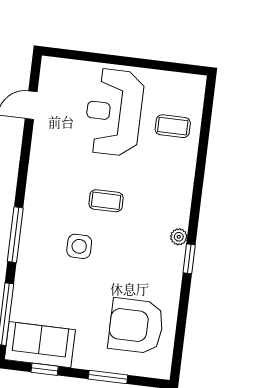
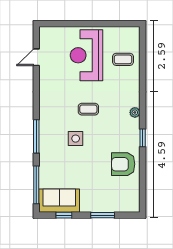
plant: (179, 237) -> (135, 112), moved
armchair: (136, 326) -> (123, 164), moved, width x0.73, depth x0.73

